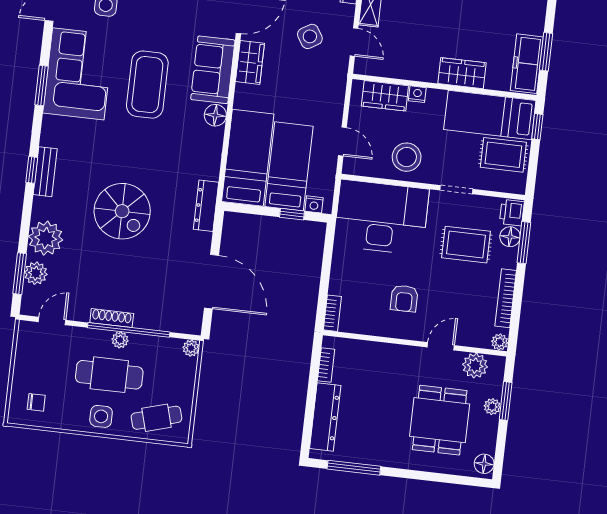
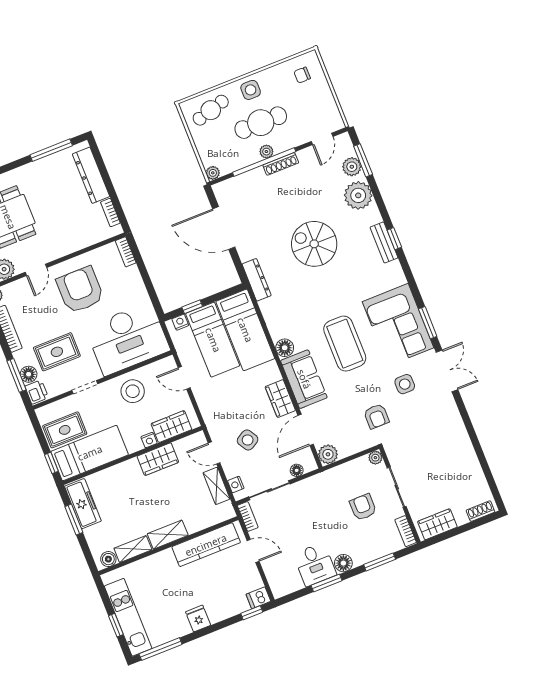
wardrobe: (462, 73) -> (158, 459), moved
window: (41, 85) -> (428, 323), moved
armchair: (404, 298) -> (80, 290), width x1.88, depth x1.88

